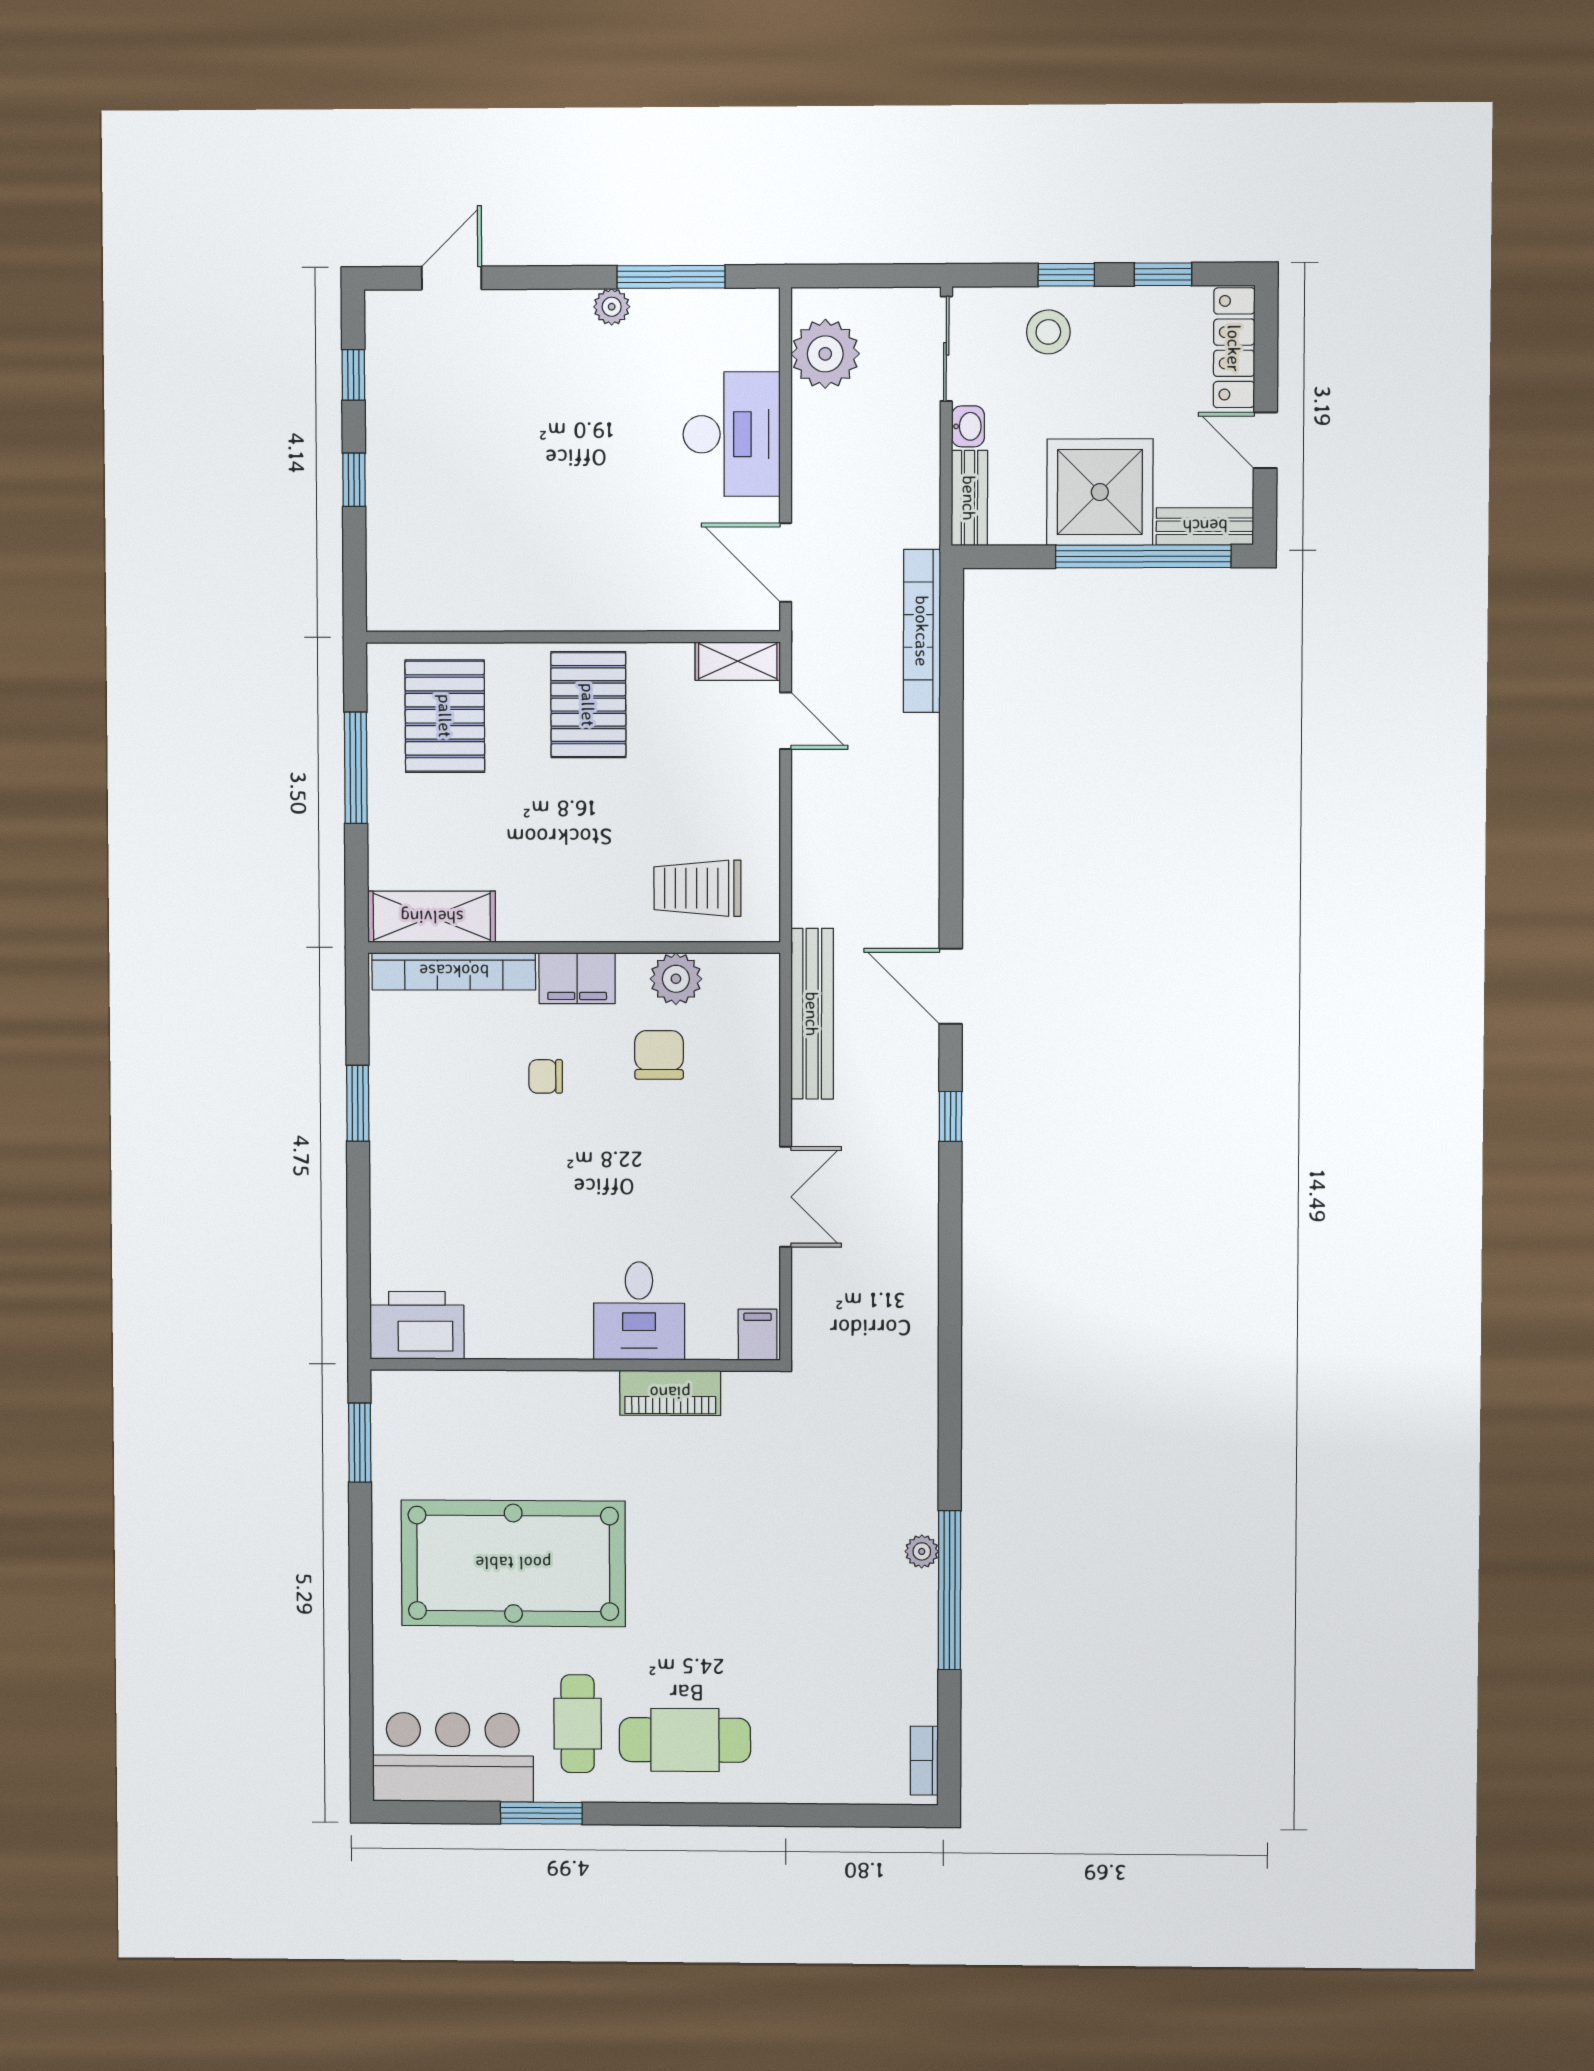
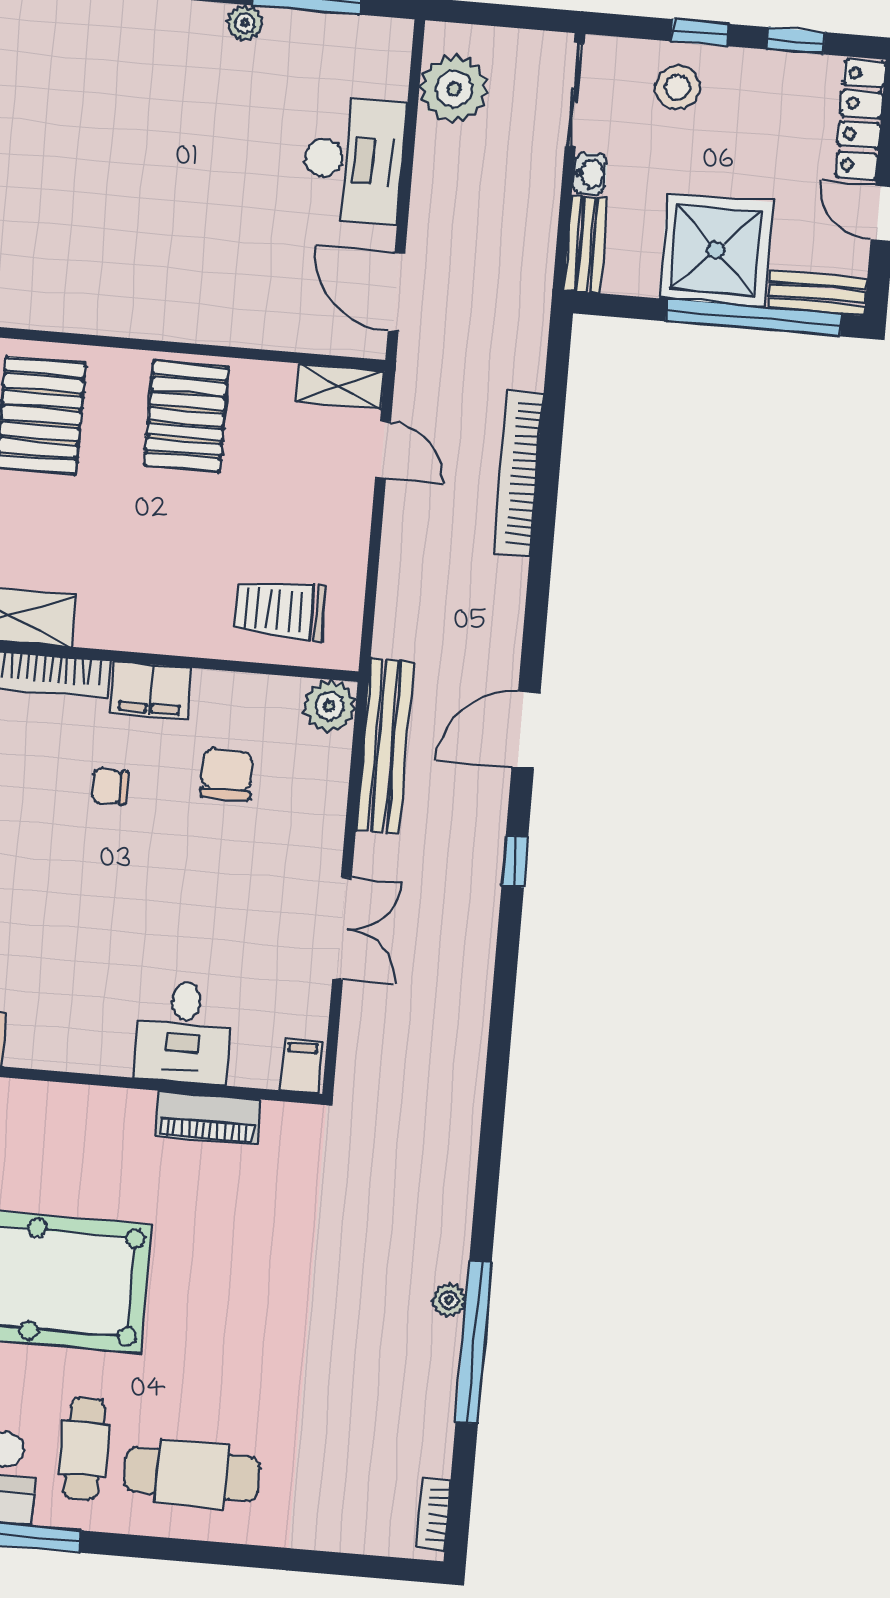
bookcase: (922, 631) -> (518, 473), moved
plant: (676, 979) -> (329, 706), moved
door: (951, 986) -> (526, 730), hinge flipped

